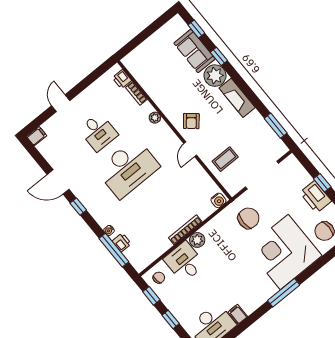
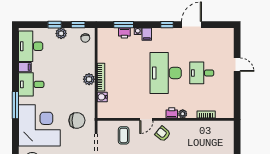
printer: (122, 79) -> (172, 113), moved
filing cabinet: (37, 136) -> (147, 34), moved
door: (190, 149) -> (146, 119), swing flipped
water cooler: (218, 200) -> (102, 97), moved
chair: (248, 218) -> (77, 120), turned -90
window: (114, 250) -> (124, 25), width x0.69
desk: (184, 262) -> (31, 84), moved, turned 180
plant: (174, 306) -> (61, 33), added

